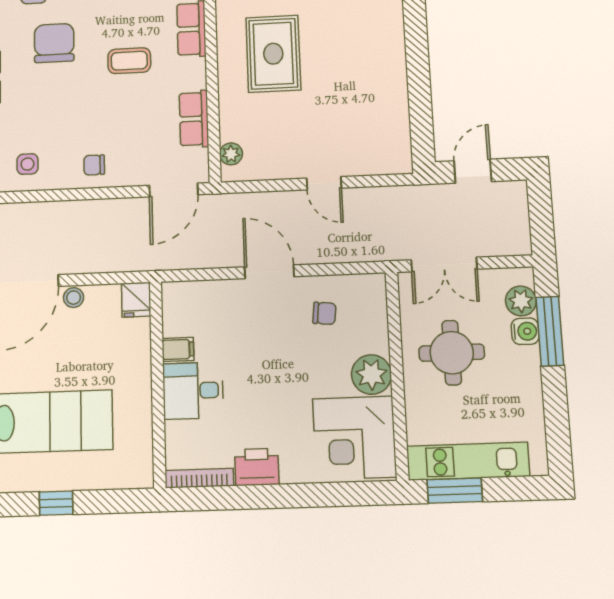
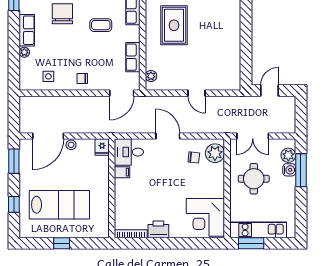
plant: (371, 375) -> (215, 153), moved
desk: (193, 391) -> (129, 152), moved

